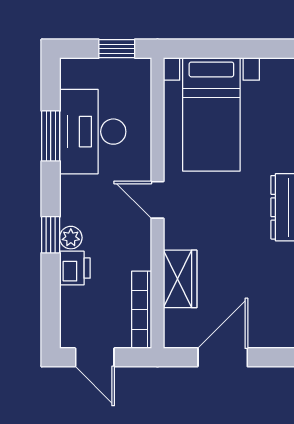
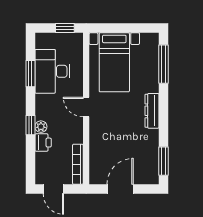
wardrobe: (180, 279) -> (98, 148), removed

